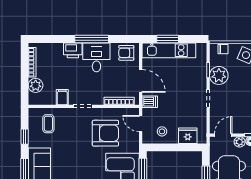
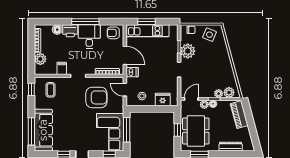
floor lamp: (57, 49) -> (57, 30), added
window: (25, 137) -> (31, 89), moved

